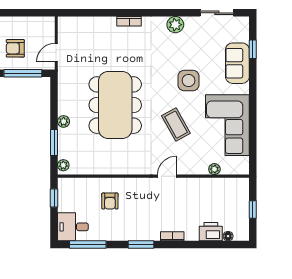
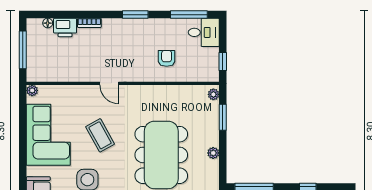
plant: (64, 121) -> (213, 153), moved
plant: (214, 169) -> (32, 90), moved
door: (167, 176) -> (109, 83), hinge flipped
window: (253, 209) -> (23, 50), width x2.17
bookcase: (172, 236) -> (89, 23), moved

